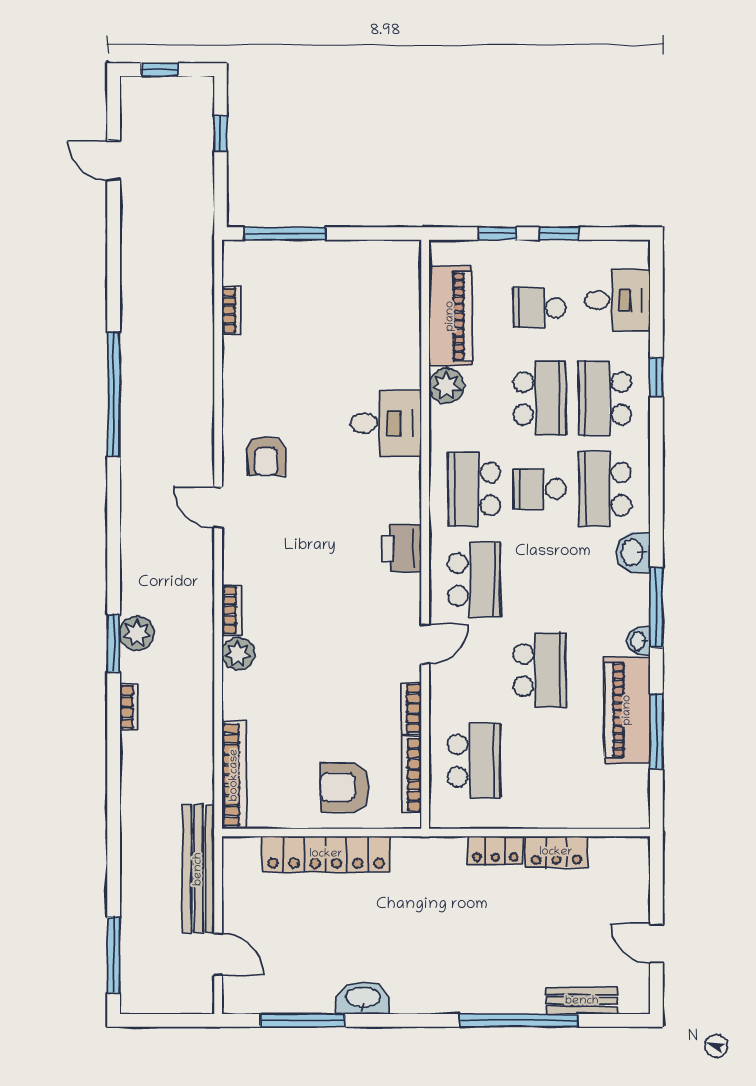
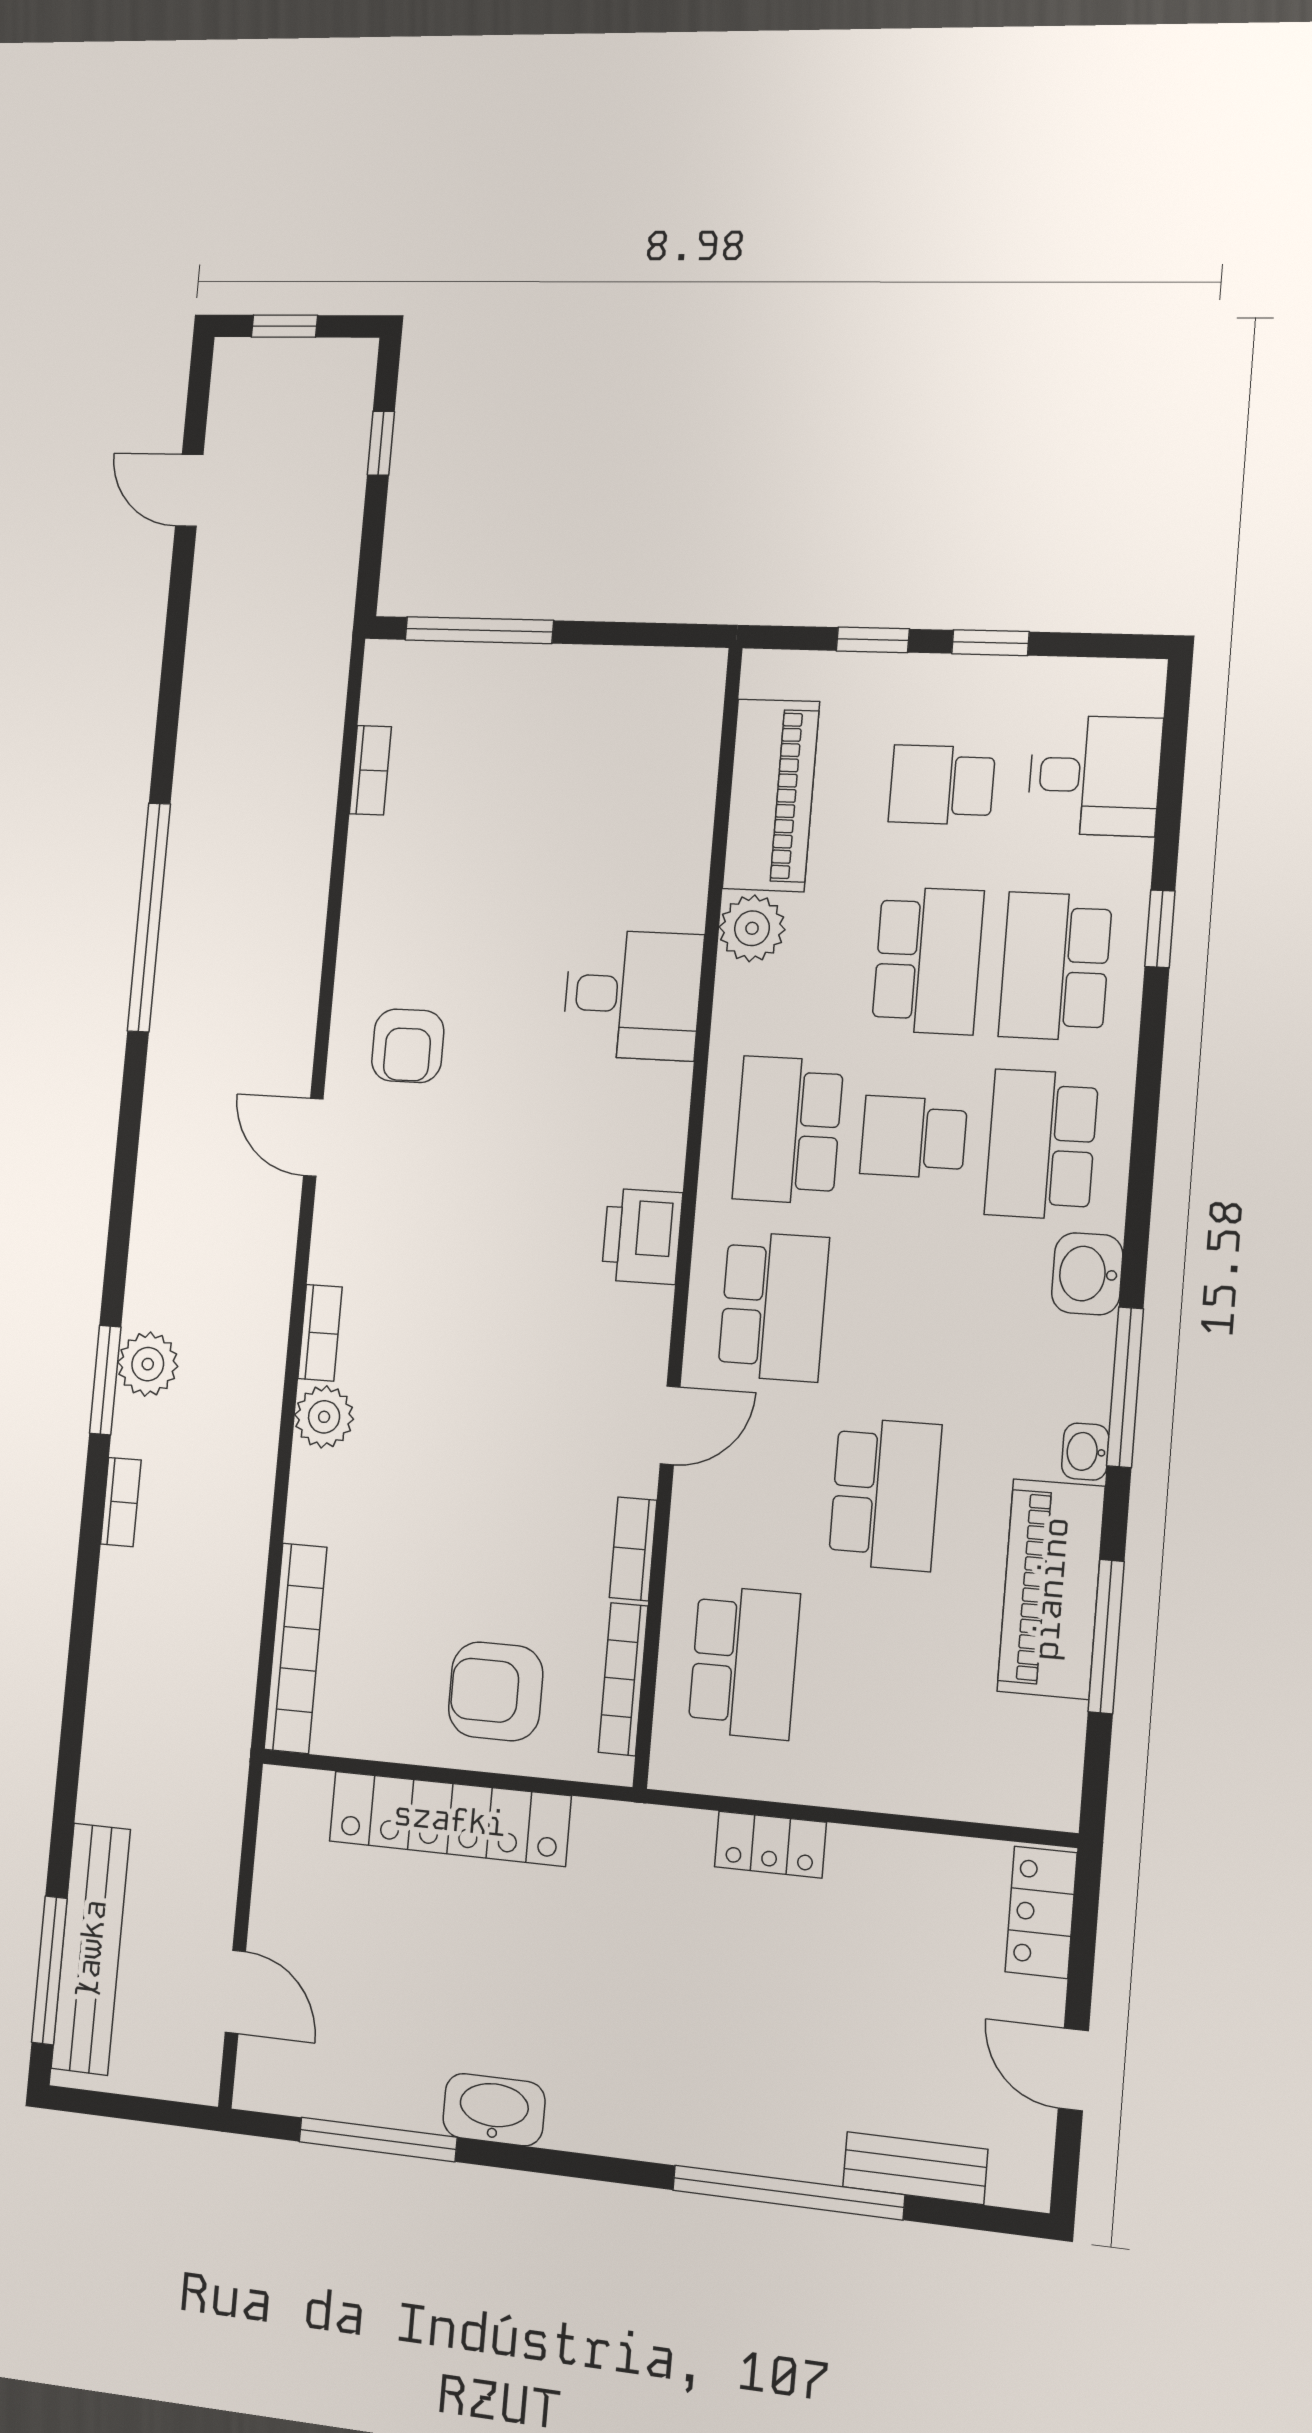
locker: (556, 852) -> (1041, 1912), moved, turned 90
bench: (198, 869) -> (91, 1949), moved

